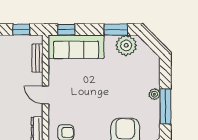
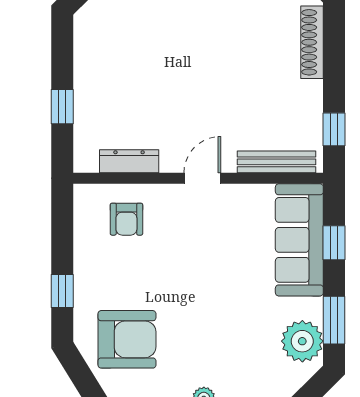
window: (66, 30) -> (334, 243), moved
bench: (37, 58) -> (277, 162), width x1.36

